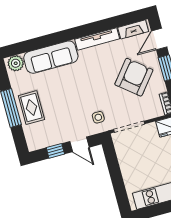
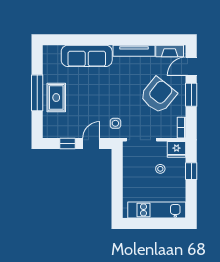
plant: (16, 63) -> (53, 53), removed
door: (79, 144) -> (91, 144), swing flipped
stool: (156, 151) -> (160, 169), added

